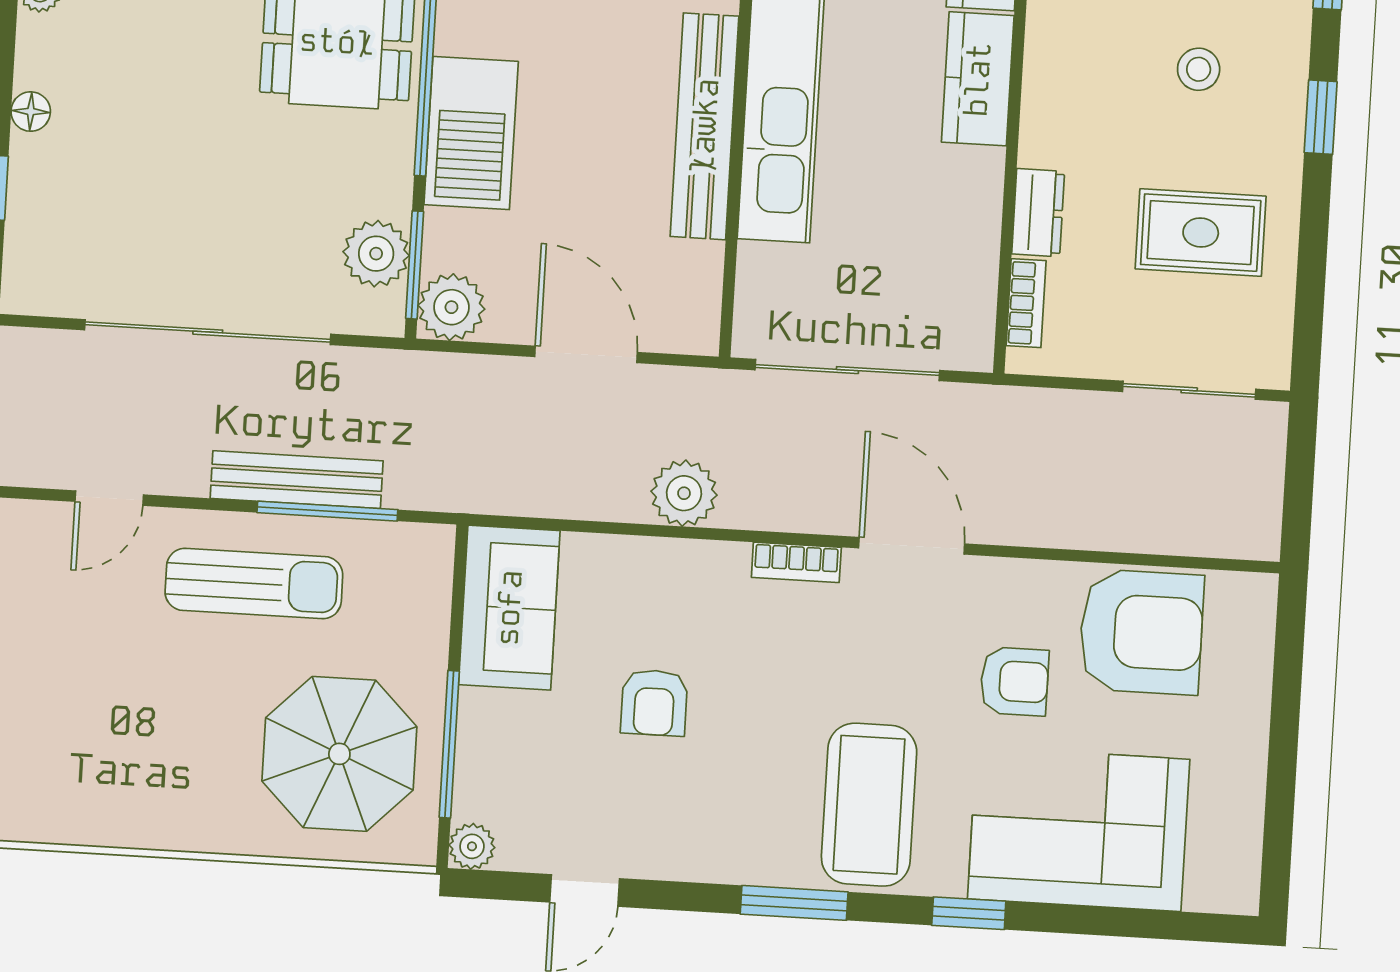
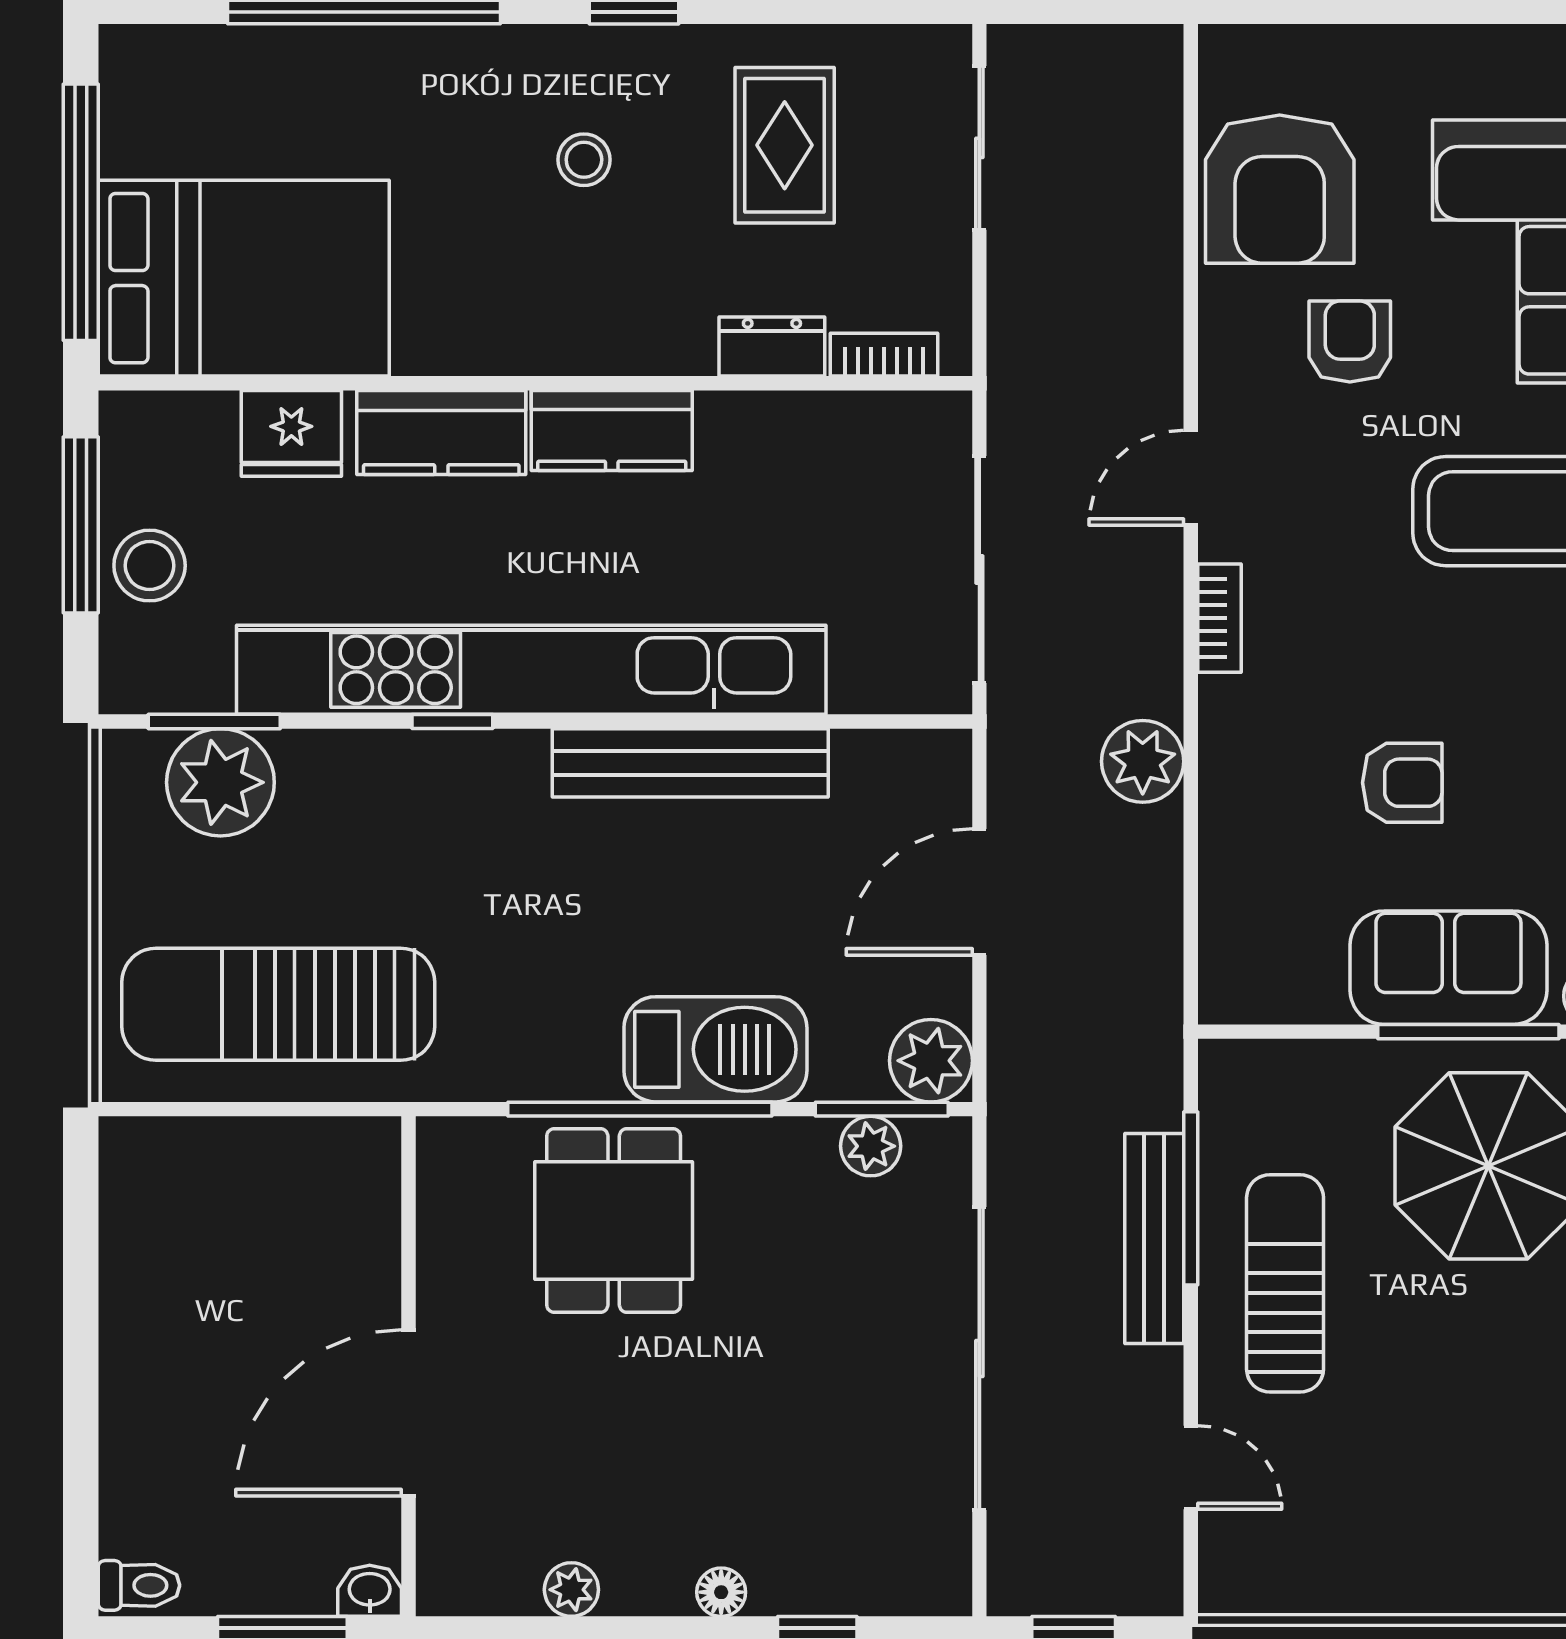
plant: (376, 254) -> (871, 1146), width x0.73, depth x0.73
door: (912, 546) -> (1191, 478), width x0.73
sofa: (509, 608) -> (1448, 968), moved
armchair: (1141, 632) -> (1280, 189), turned 180

